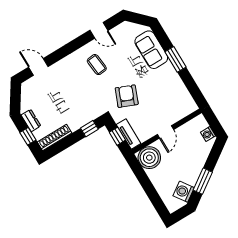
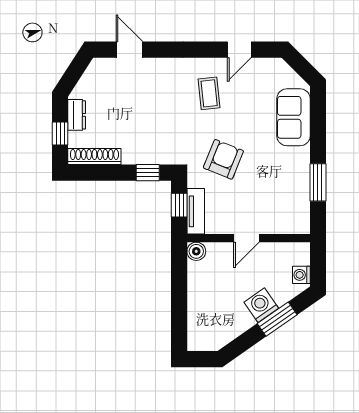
door: (99, 30) -> (239, 50), hinge flipped
window: (175, 59) -> (318, 182), moved
boiler: (149, 158) -> (196, 251), width x0.54, depth x0.54
window: (203, 181) -> (277, 319), moved
washing machine: (184, 192) -> (261, 305), moved

